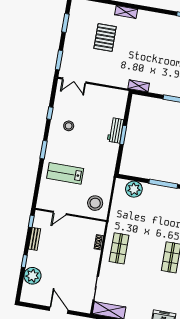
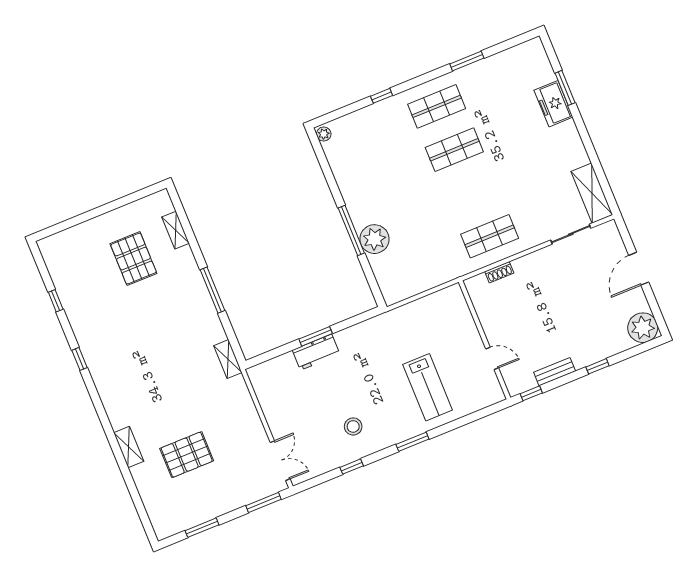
plant: (134, 189) -> (374, 239), moved
stool: (95, 203) -> (444, 315), removed
plant: (32, 276) -> (643, 328), moved

